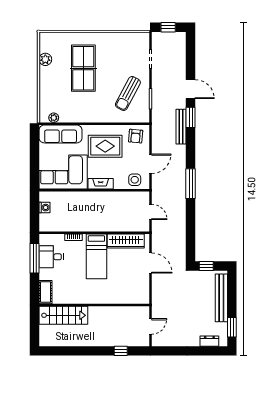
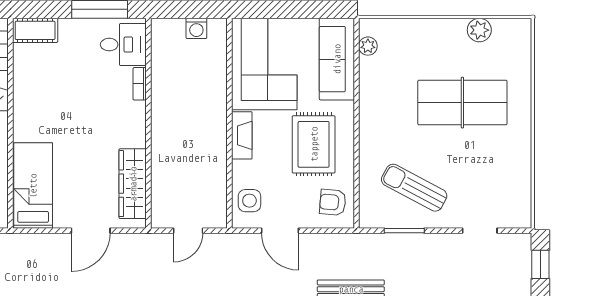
bed: (96, 256) -> (33, 186), moved, turned 90
desk: (51, 257) -> (123, 45), moved, turned 90

